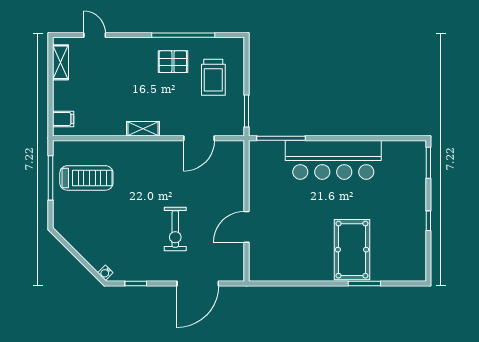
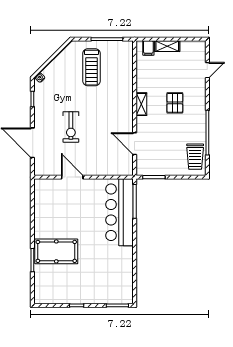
shelving: (61, 62) -> (167, 46), moved
pallet: (173, 62) -> (175, 103), moved
trolley: (213, 77) -> (195, 157), moved, turned -90
bar counter: (333, 160) -> (119, 212), moved
treadmill: (86, 178) -> (91, 67), moved
exercise bike: (175, 229) -> (71, 127), turned -90

